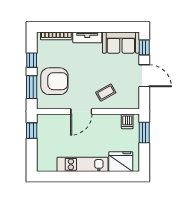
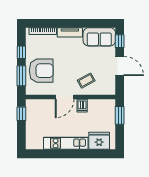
dishwasher: (127, 121) -> (82, 106), moved

